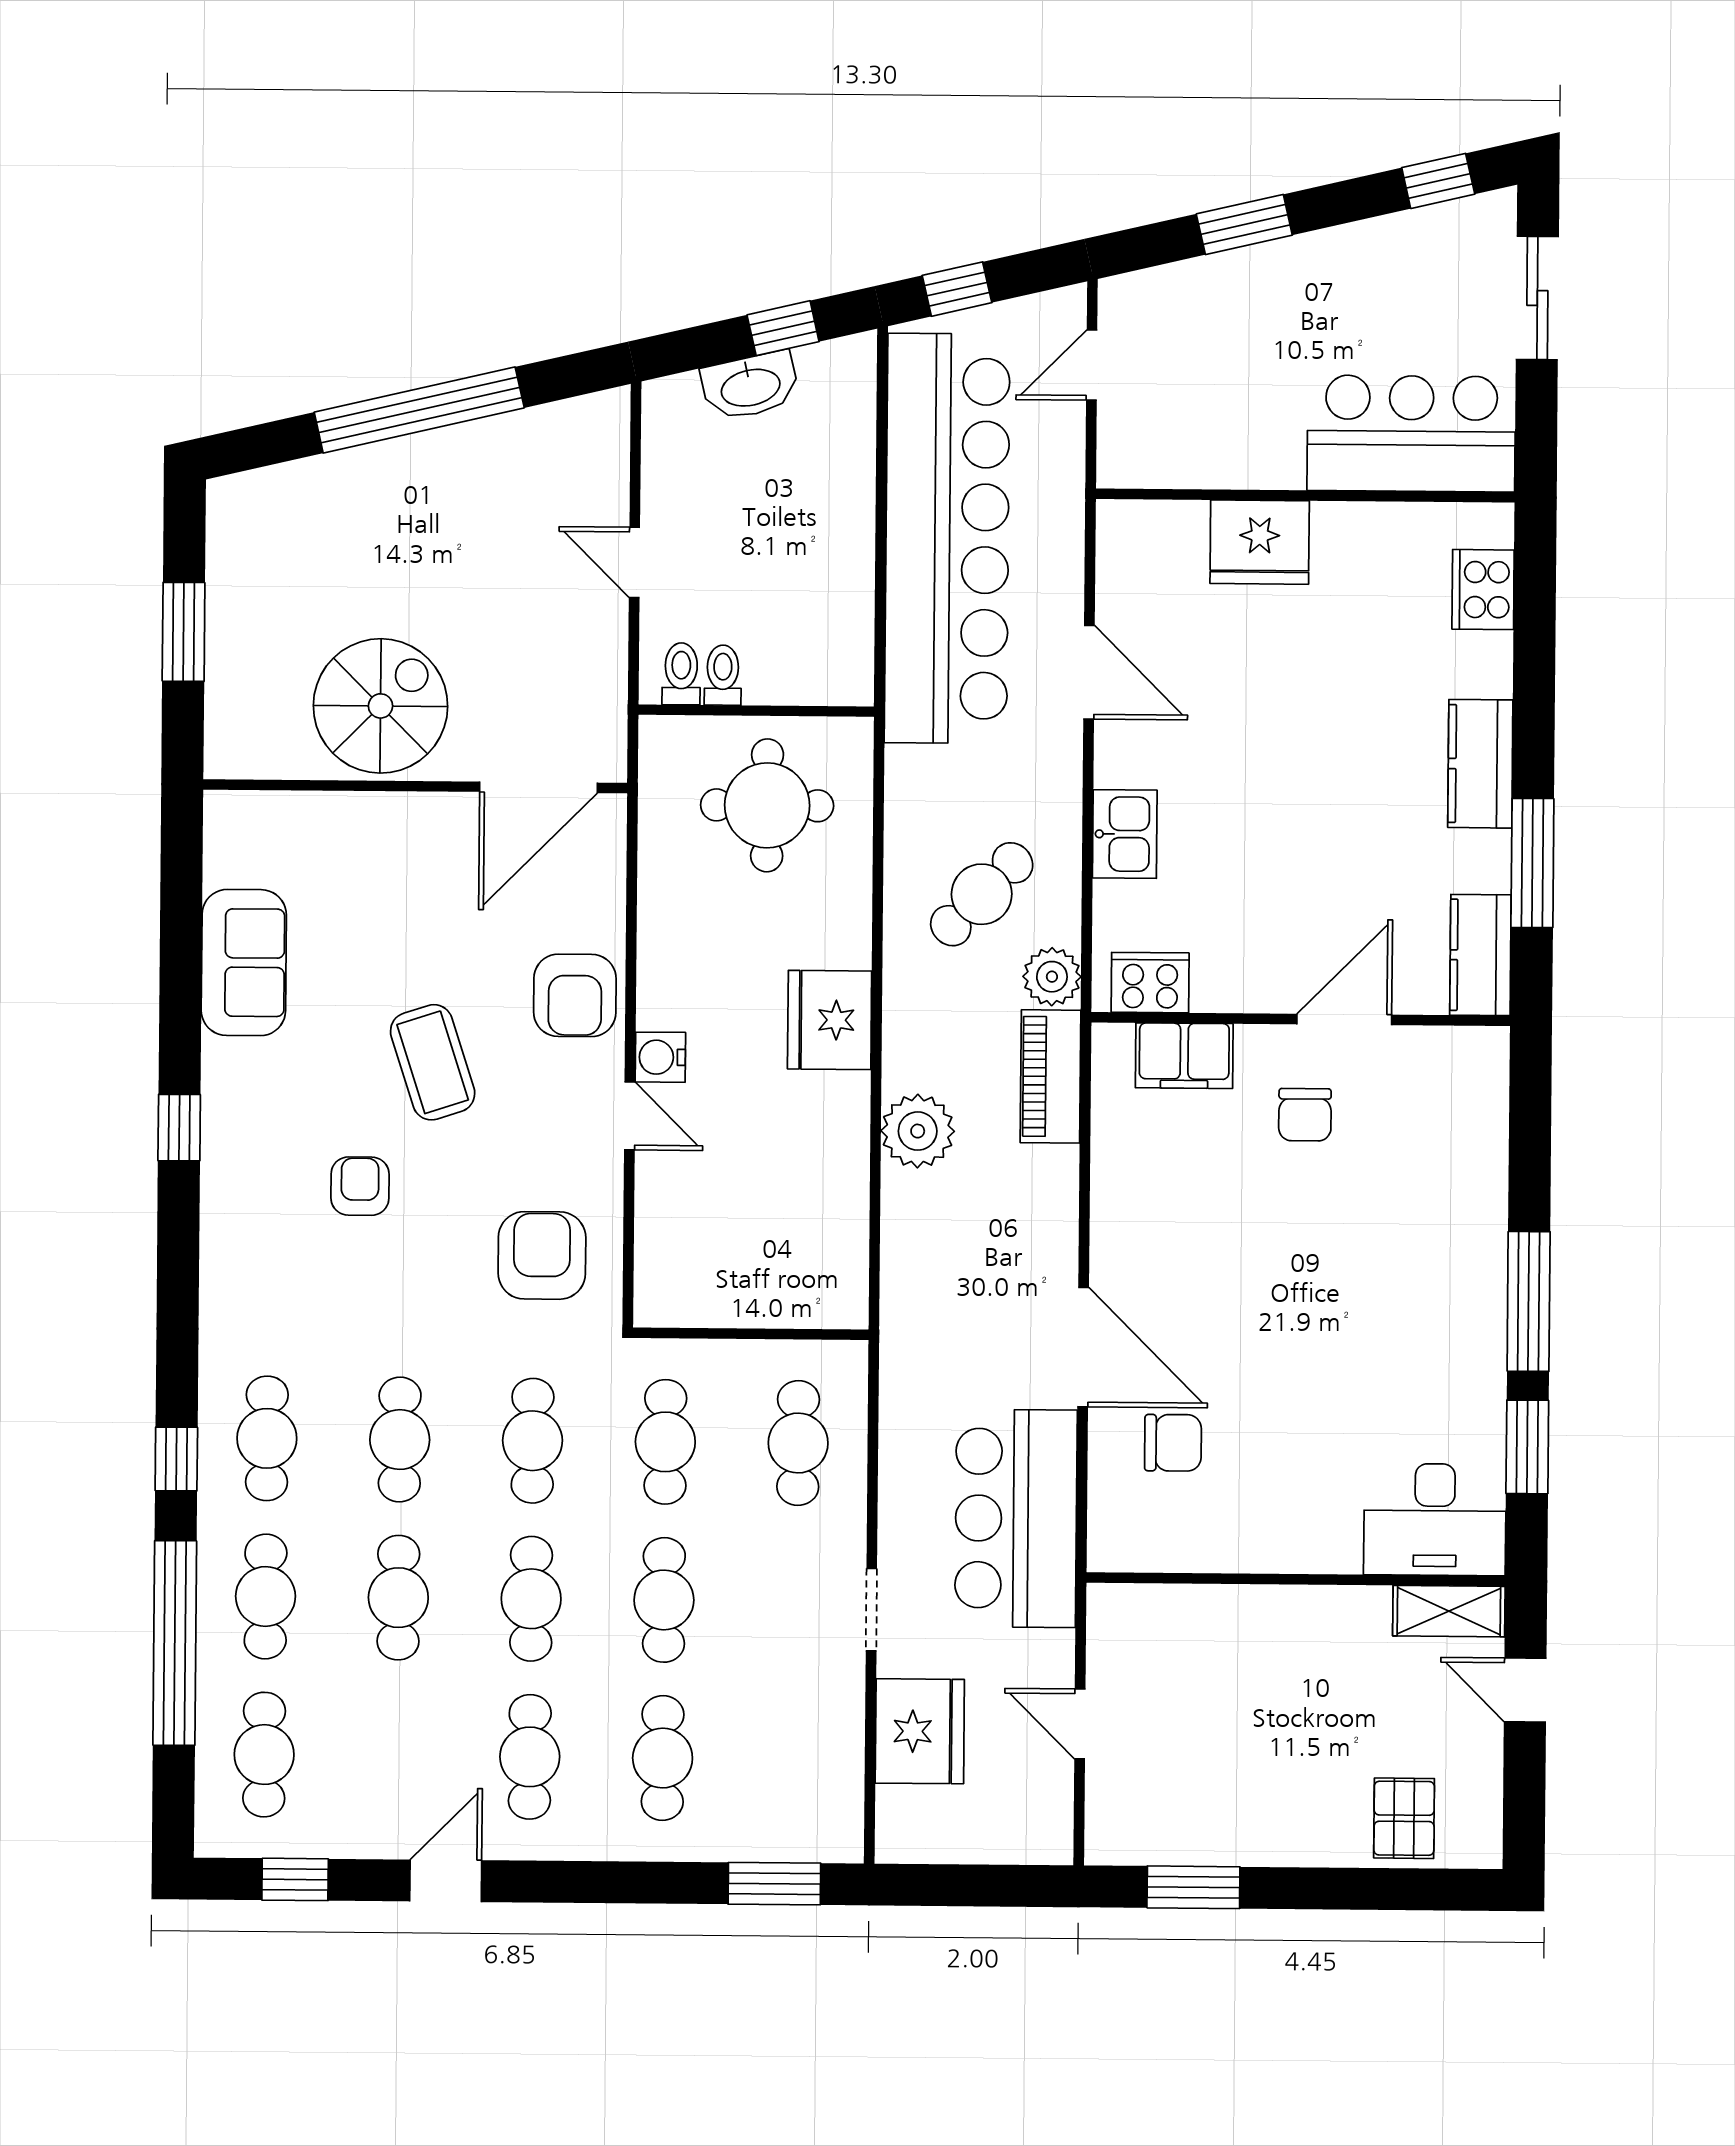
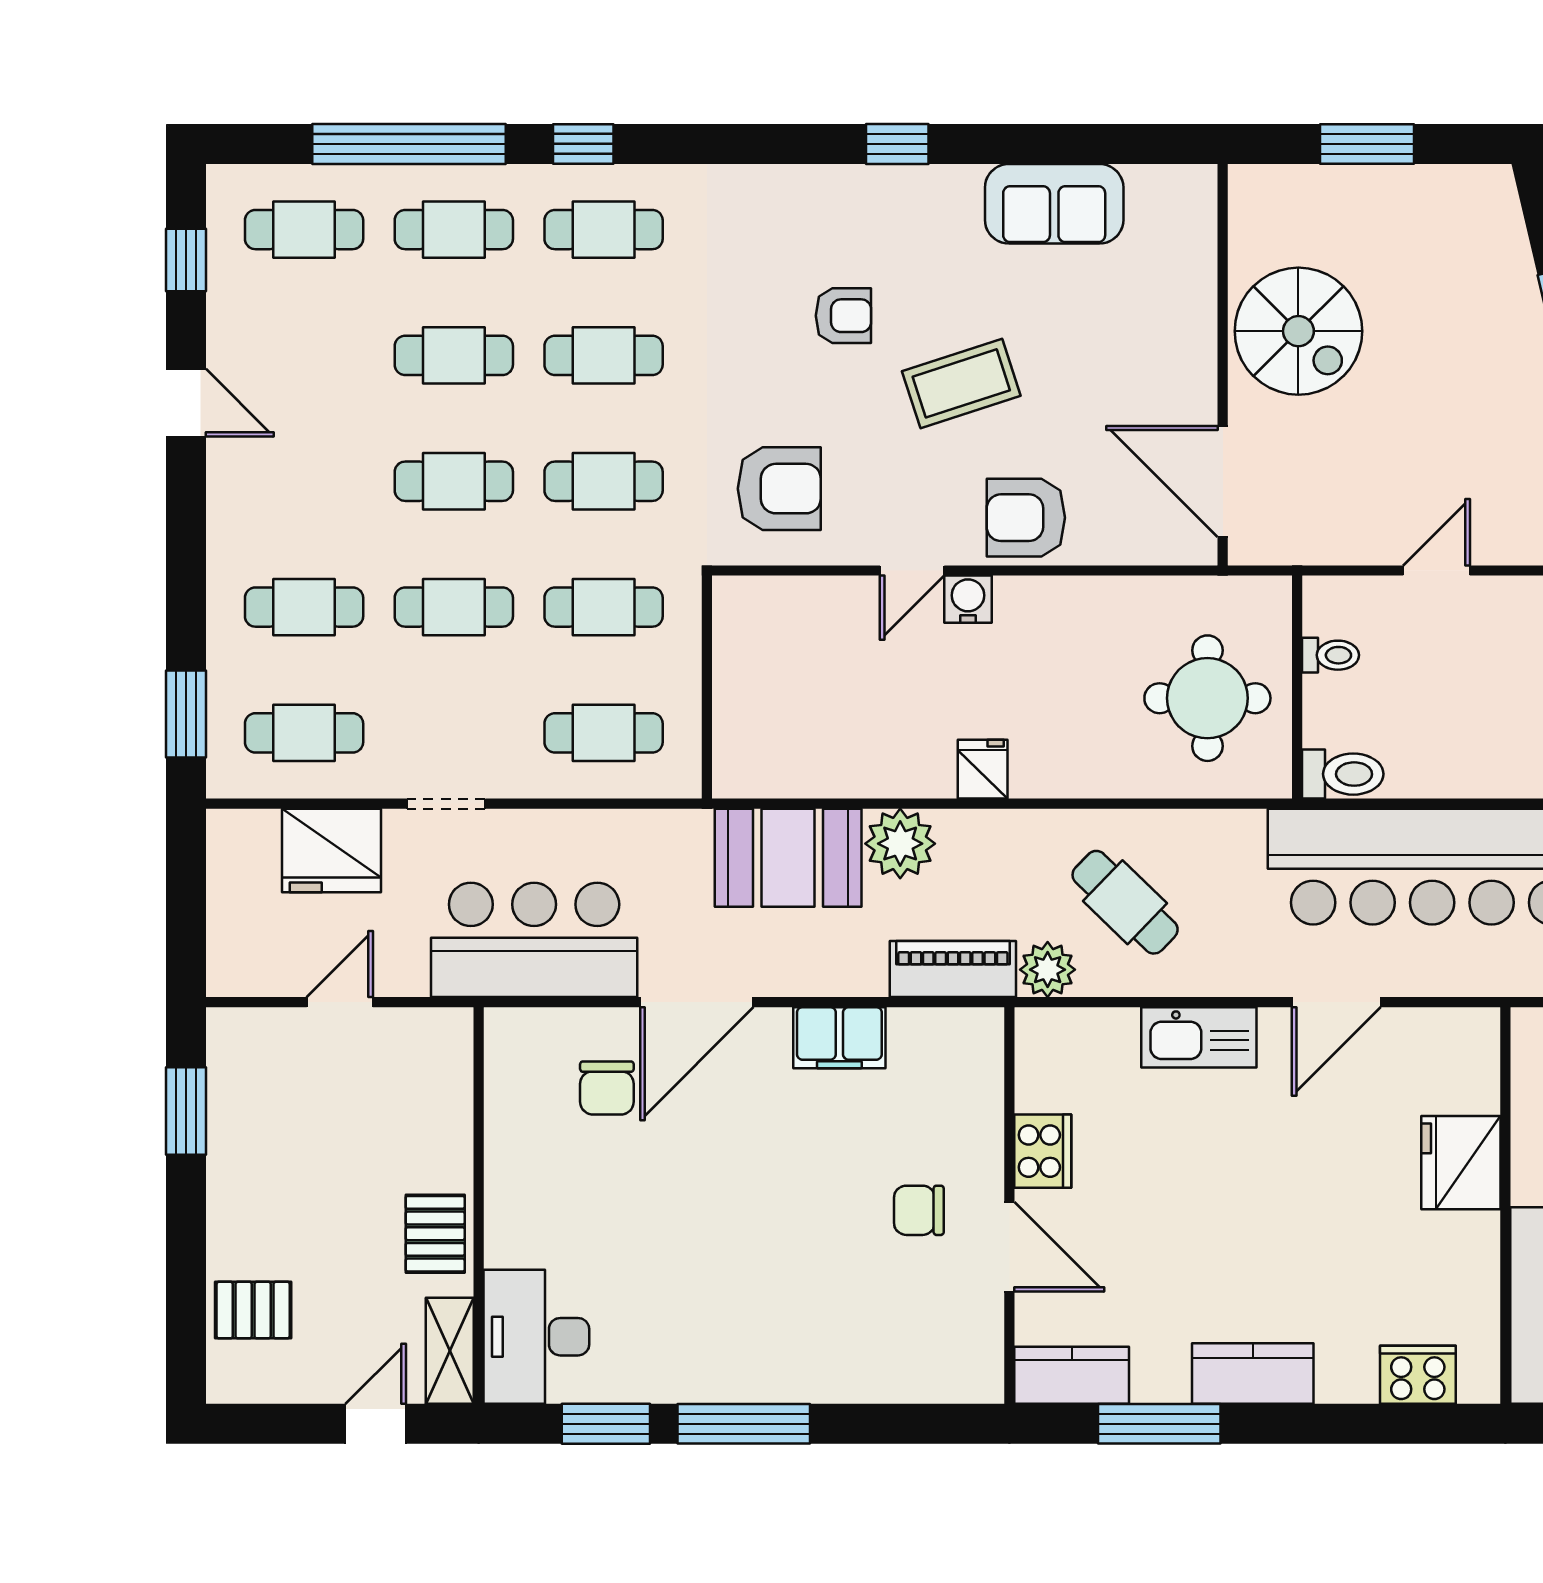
toilet: (681, 674) -> (1343, 774), moved, width x1.37, depth x1.39
kitchen sink: (1125, 834) -> (1199, 1037), width x1.38
cooker: (1150, 983) -> (1043, 1151), moved
fridge: (830, 1020) -> (983, 769), width x0.53, depth x0.75
filing cabinet: (1184, 1056) -> (839, 1038), moved, turned -90
booth: (932, 1249) -> (788, 858), added
pallet: (1325, 1625) -> (435, 1234), added
cafe table: (530, 1757) -> (304, 733), moved

